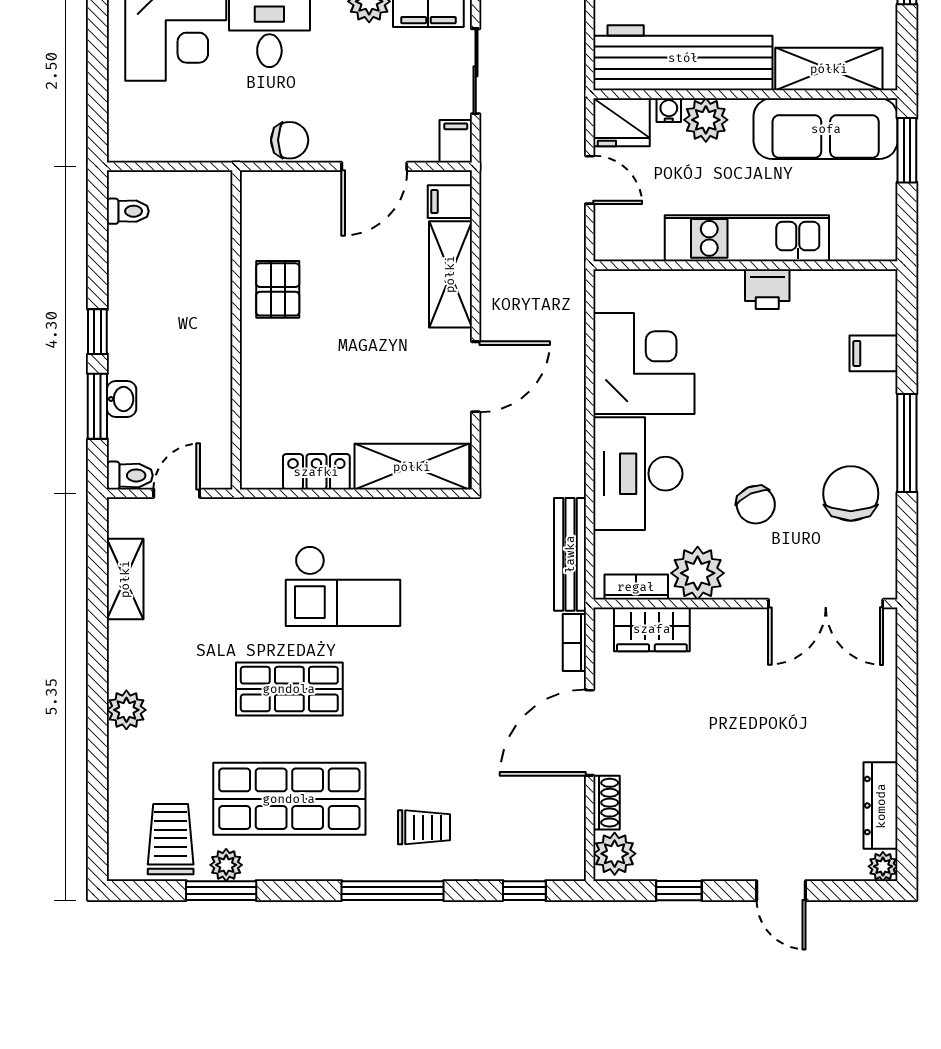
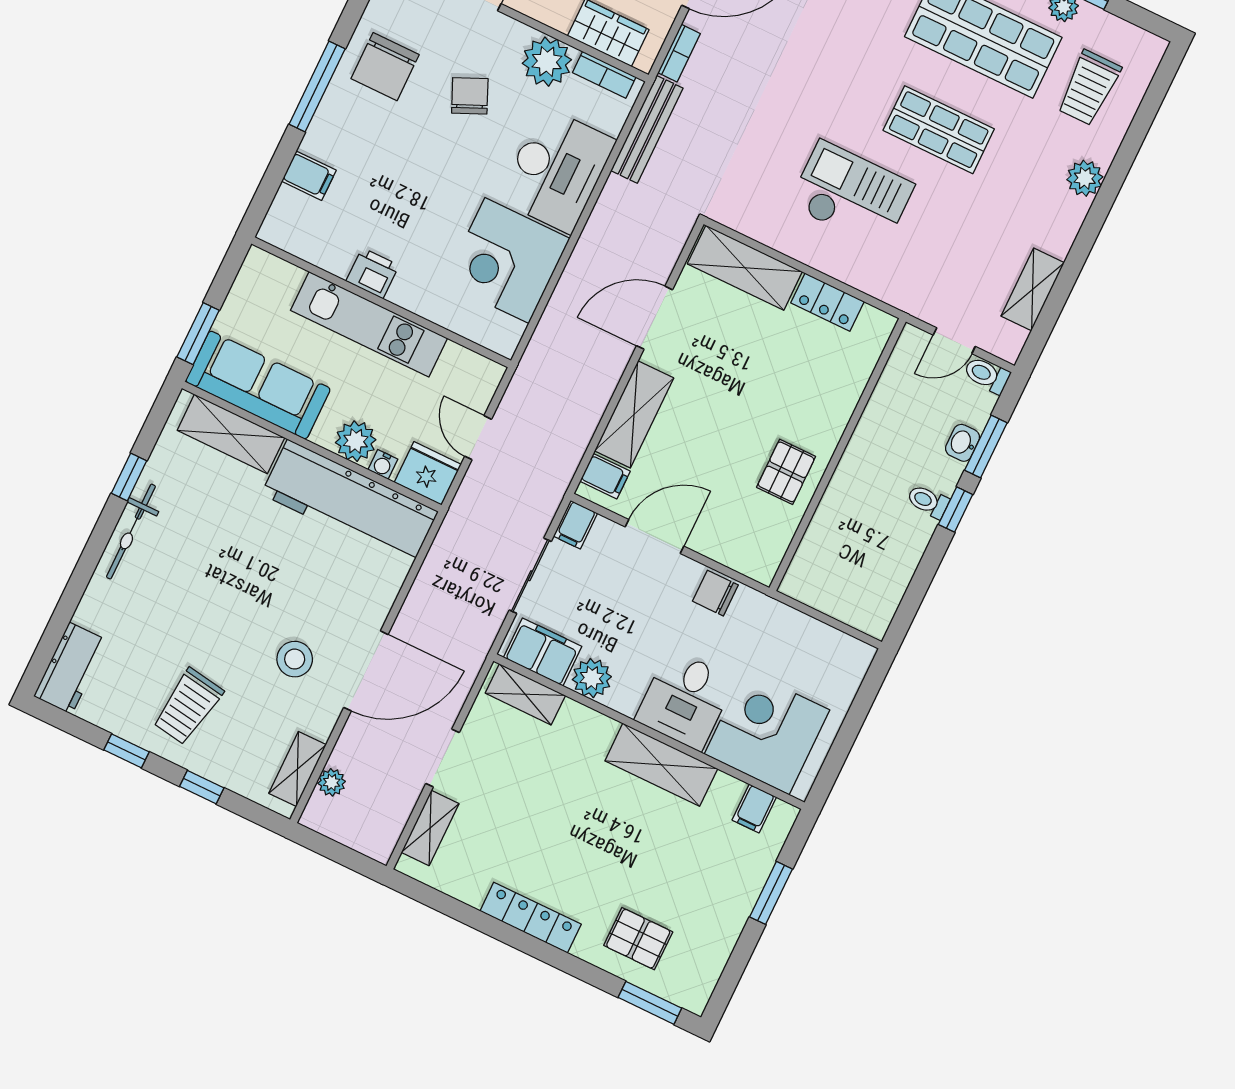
toilet: (128, 211) -> (928, 501), moved
trolley: (171, 839) -> (1089, 88), moved

